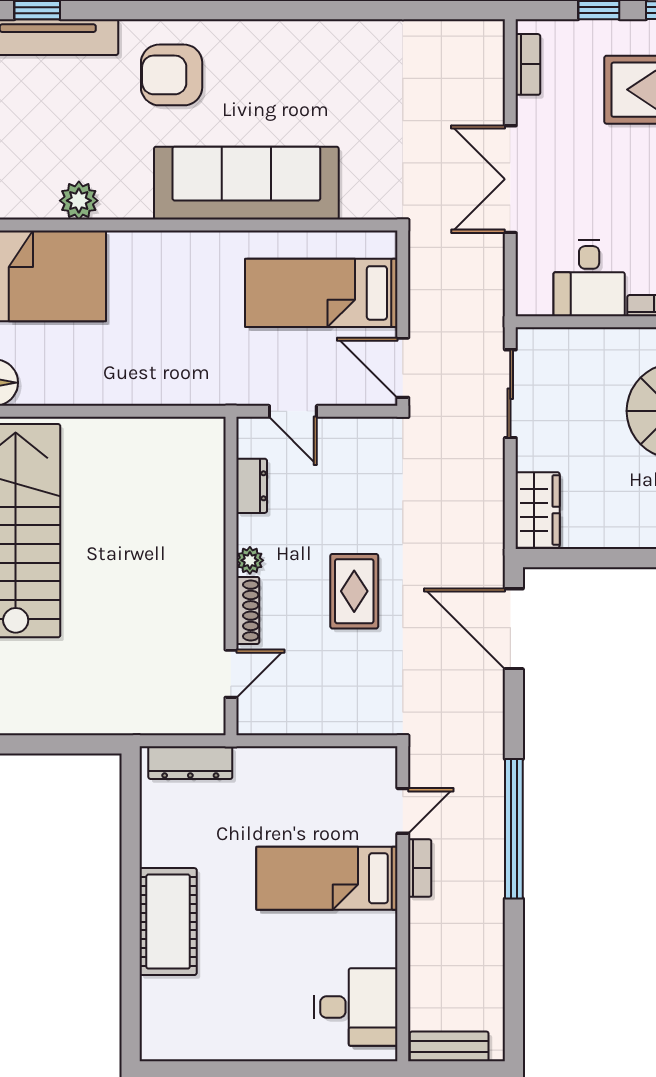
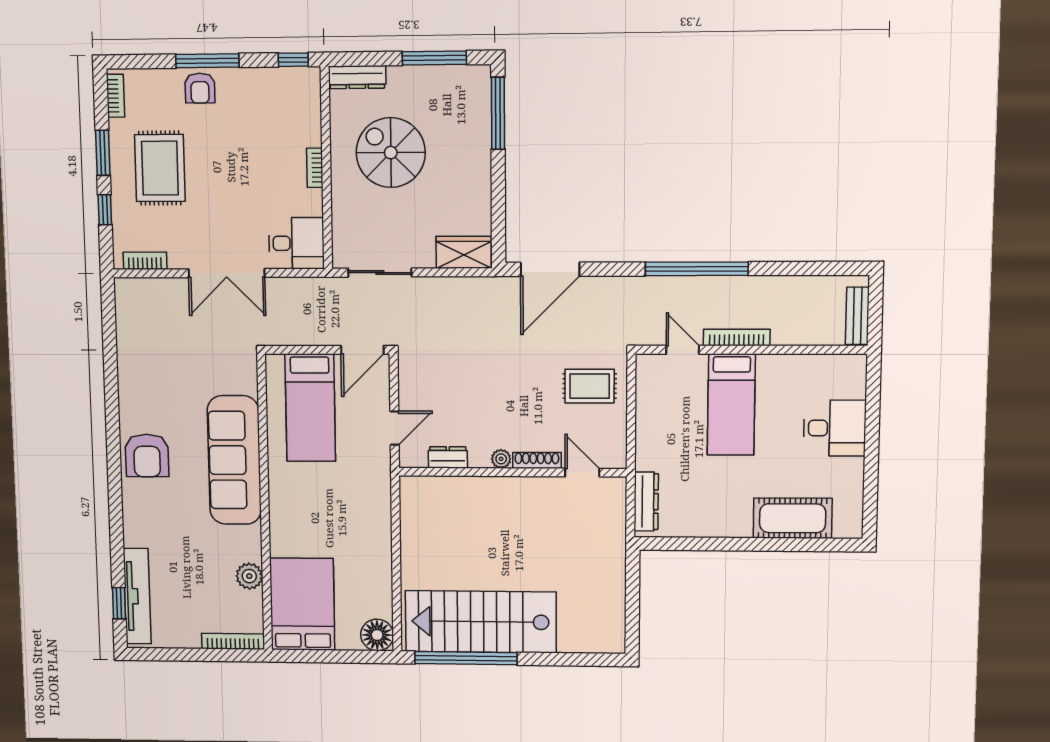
armchair: (172, 75) -> (147, 456), moved
desk: (589, 278) -> (296, 243), moved
rug: (354, 591) -> (590, 386), moved
bookcase: (420, 868) -> (737, 338), width x1.56
cot: (168, 922) -> (793, 518), moved
desk: (356, 1007) -> (835, 428), moved, turned 90

